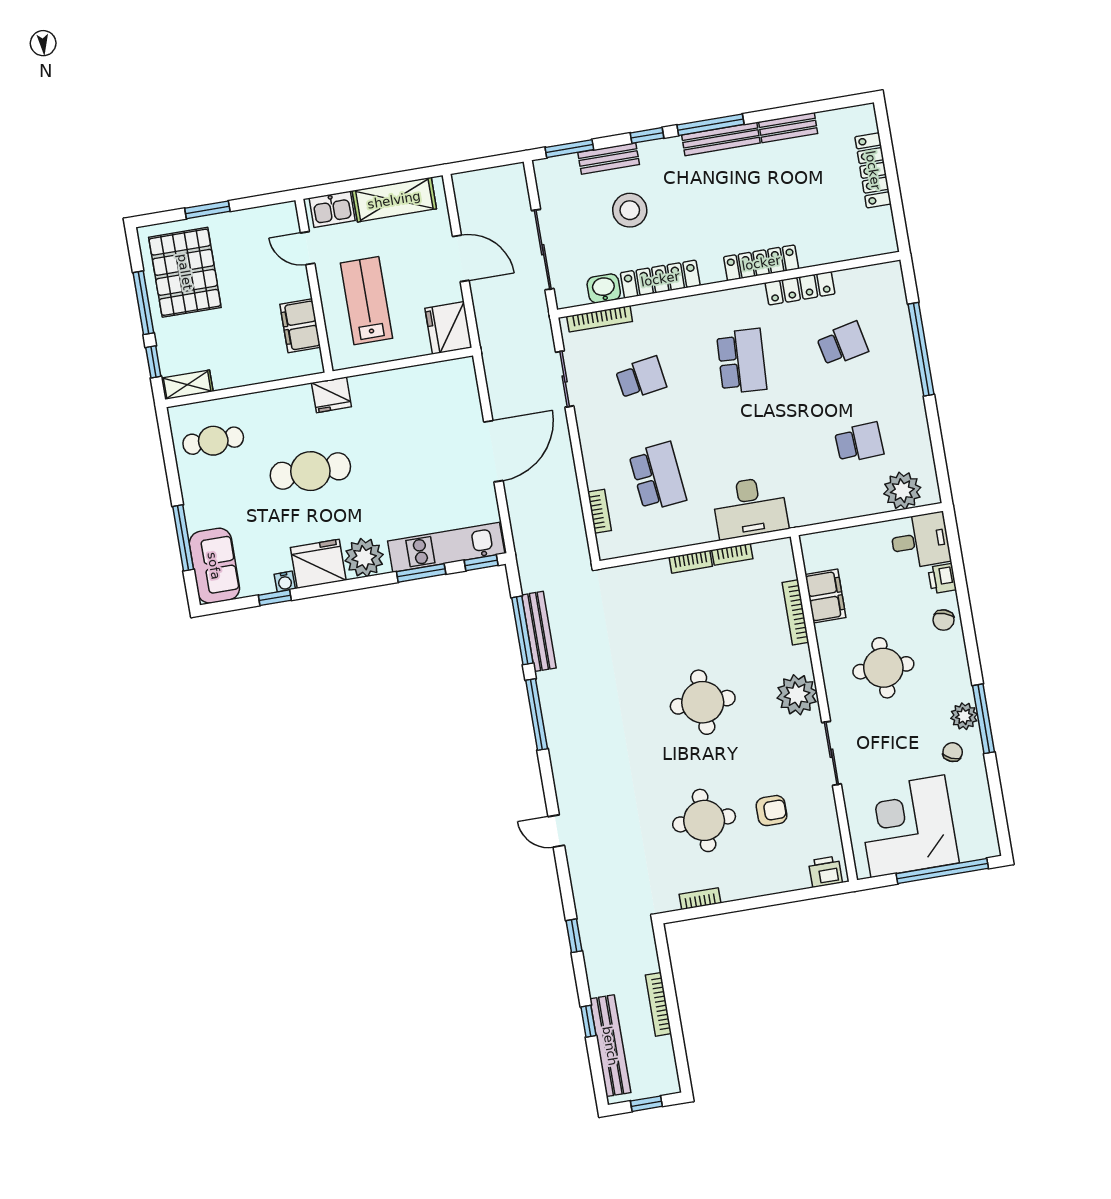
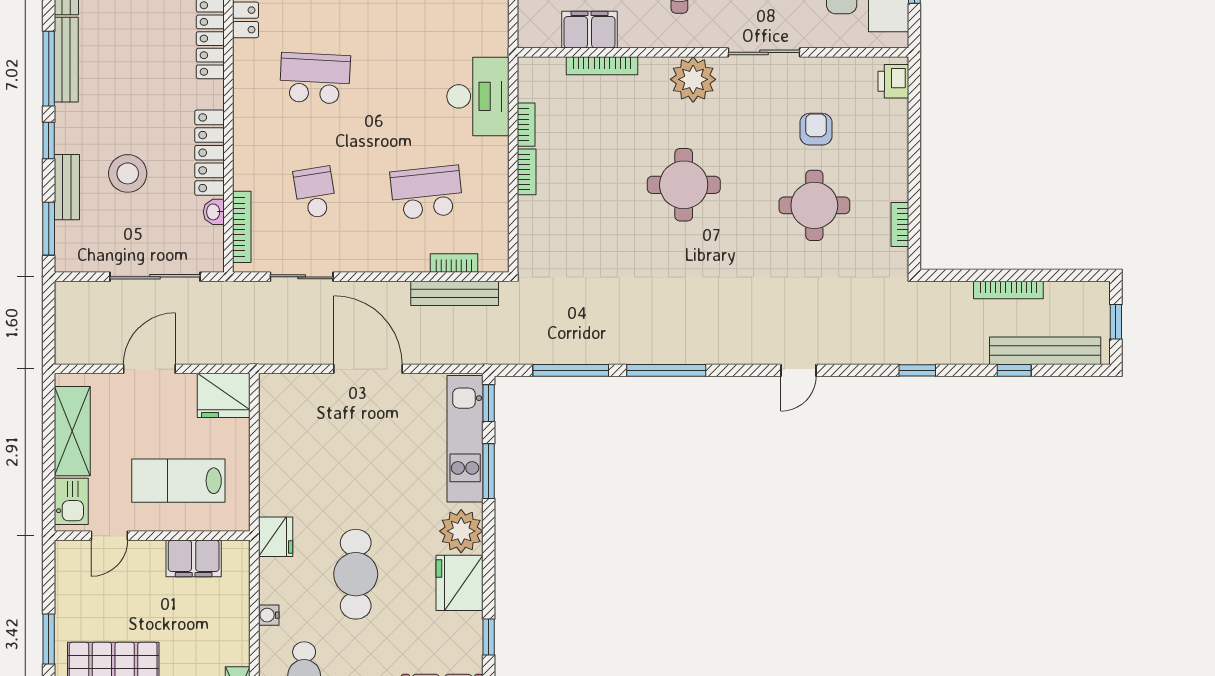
washbasin: (604, 288) -> (214, 212), width x0.72, depth x0.69
water cooler: (285, 582) -> (269, 615), moved, turned 180
bench: (539, 631) -> (455, 293), moved

